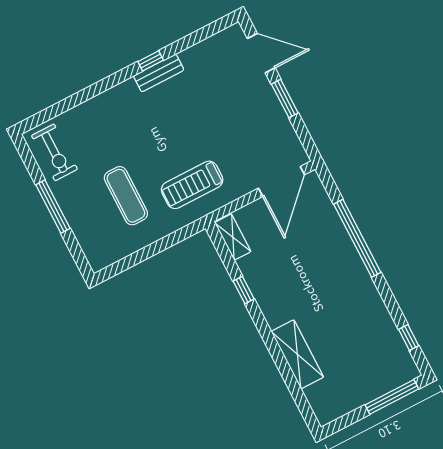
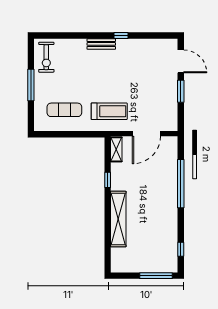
bench: (159, 73) -> (101, 44), moved
door: (282, 181) -> (146, 134), moved
treadmill: (192, 185) -> (109, 111), turned 180
exercise mat: (126, 196) -> (64, 110), moved, turned 90
shelving: (297, 354) -> (118, 219), width x1.47

